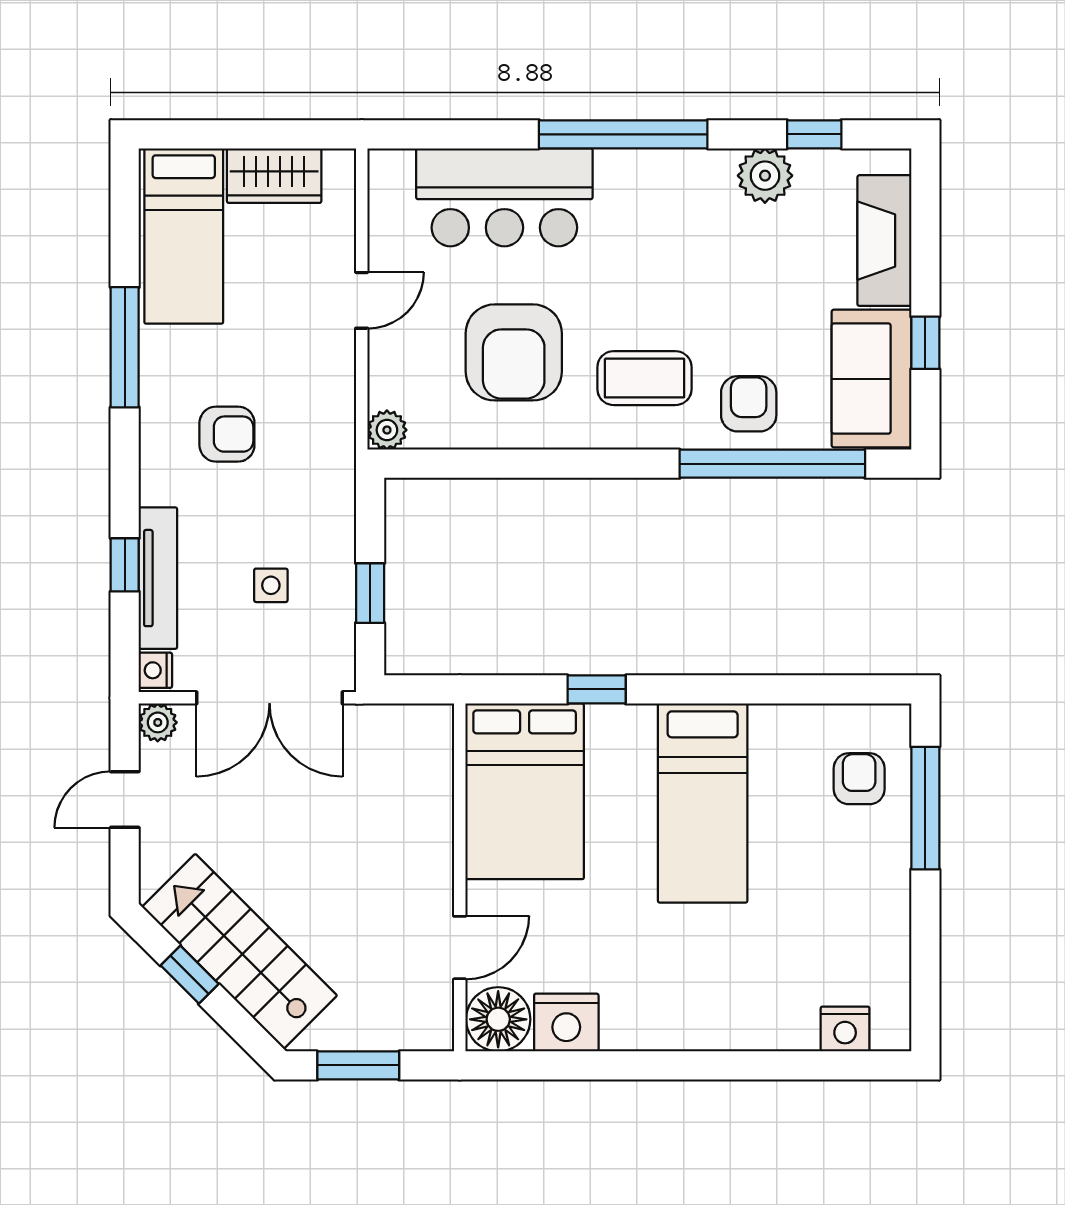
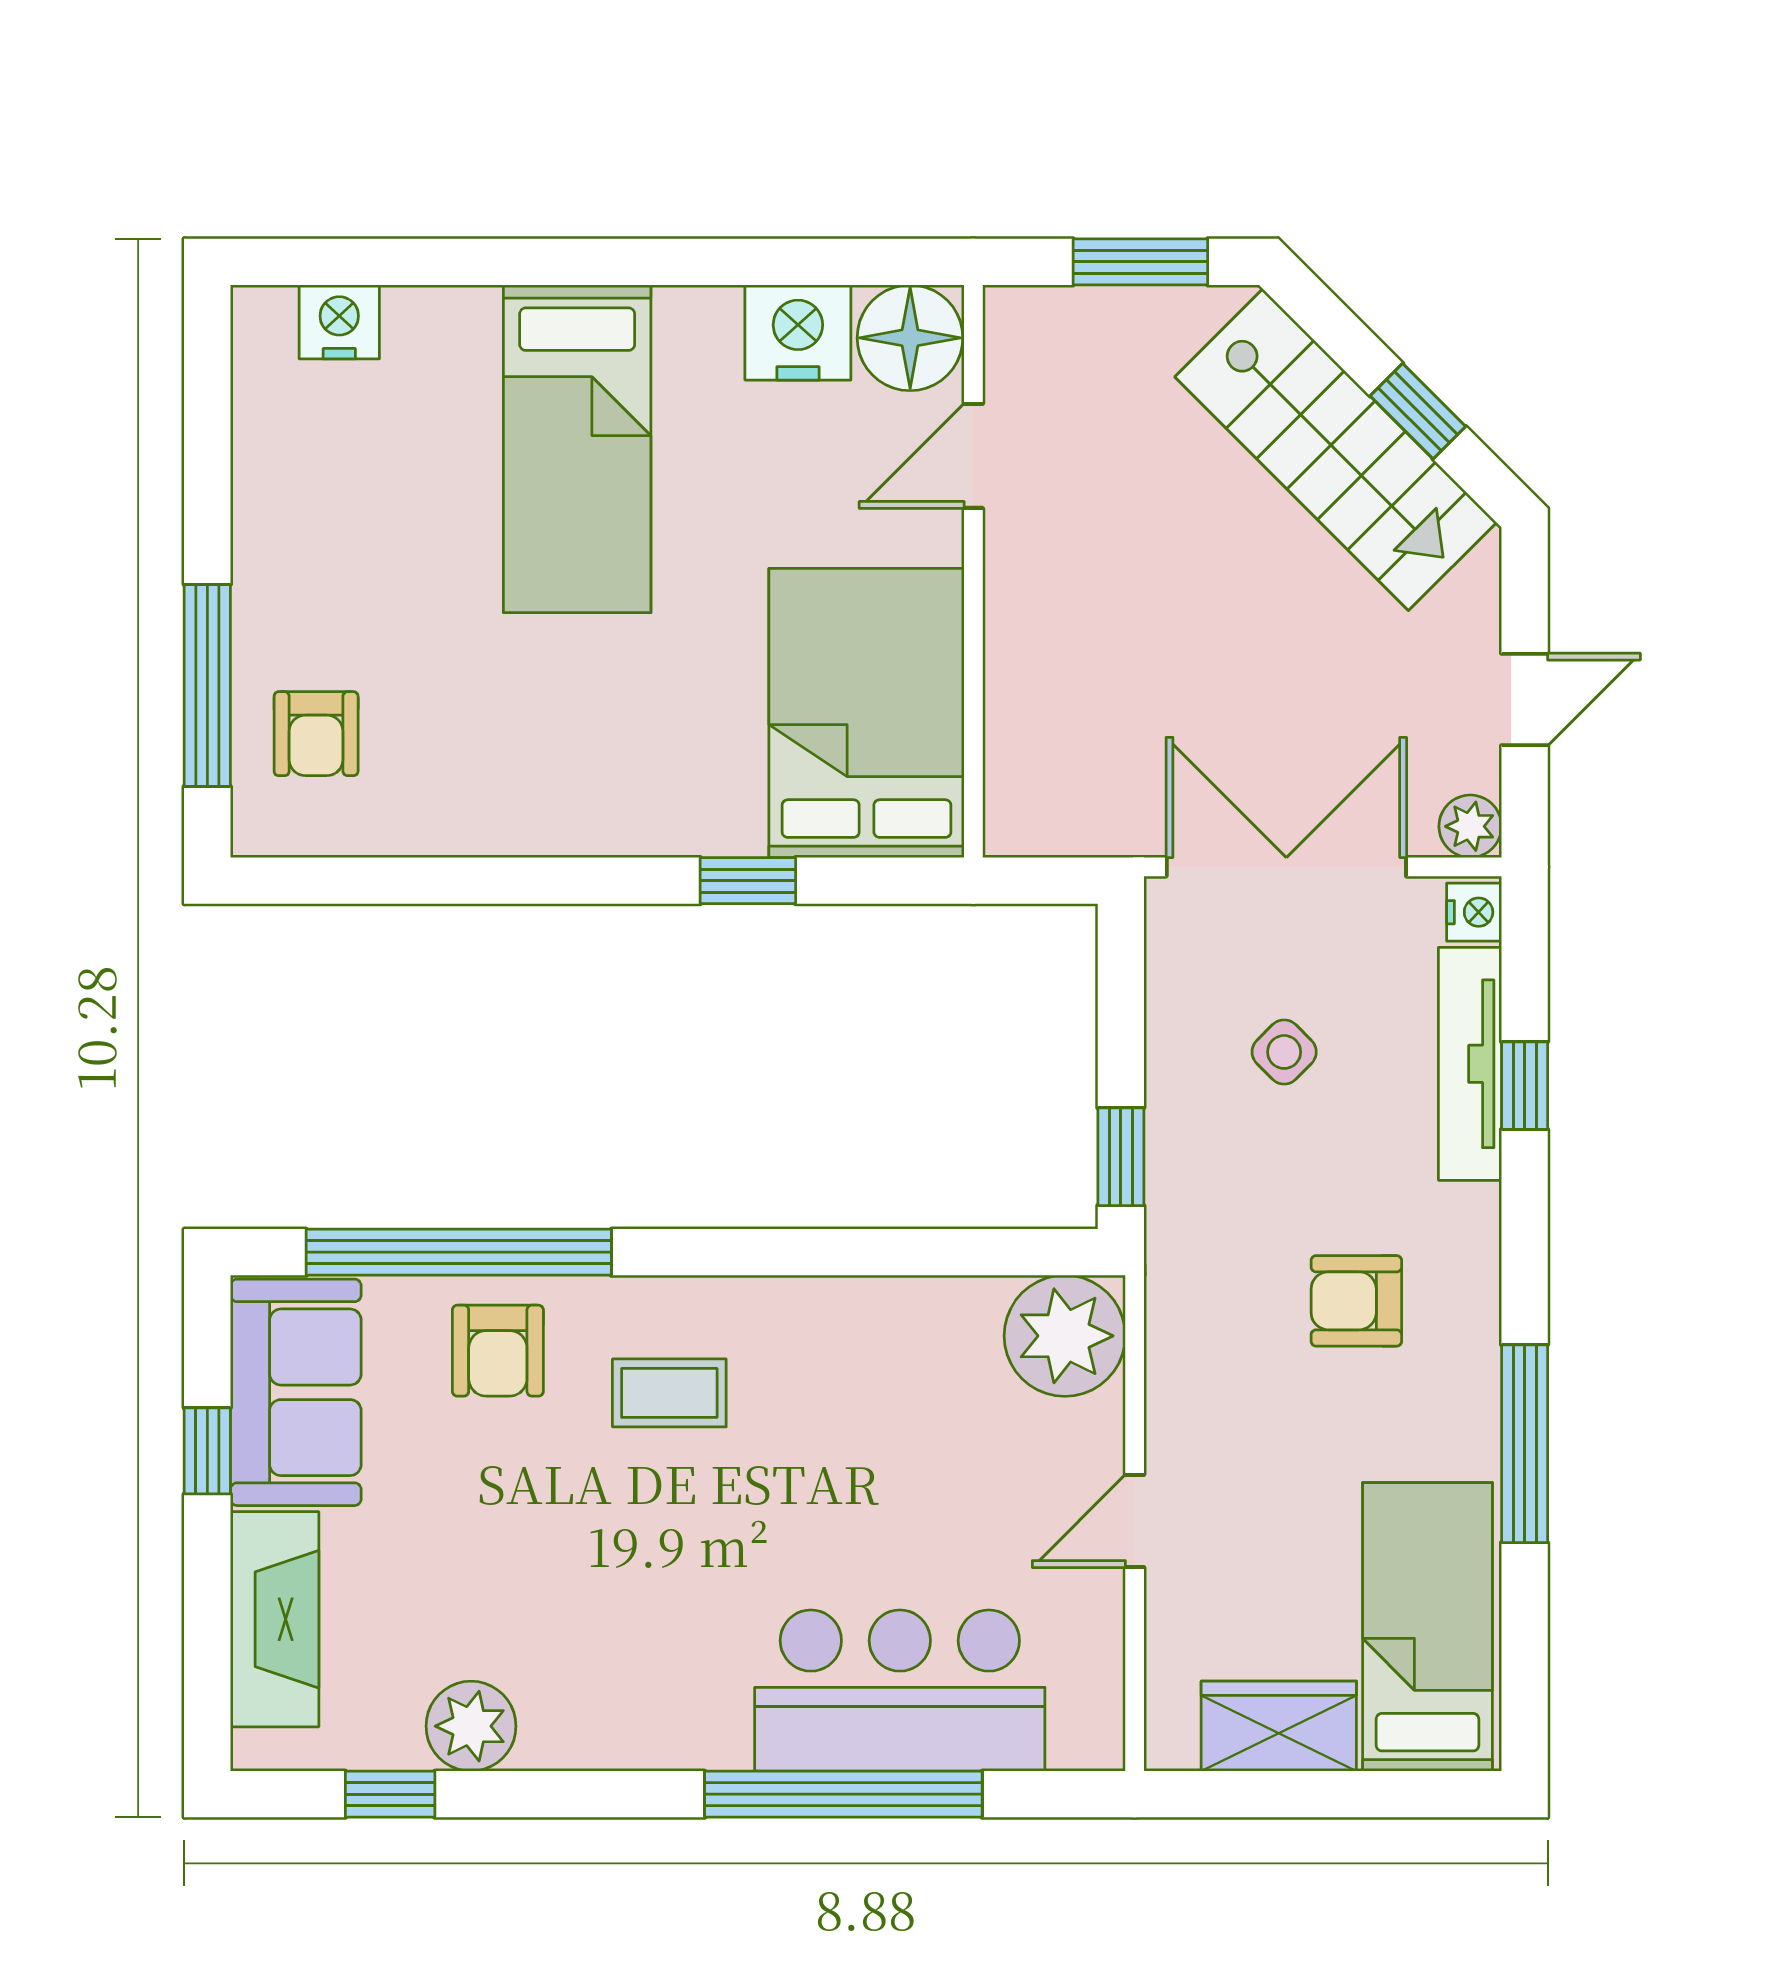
window: (623, 134) -> (843, 1794), moved
armchair: (514, 352) -> (884, 1435), removed
coffee table: (644, 378) -> (669, 1393), width x0.73, depth x0.77
plant: (387, 430) -> (1065, 1336), width x1.87, depth x1.87
side table: (271, 585) -> (1284, 1052), turned 45
window: (370, 593) -> (1121, 1157), moved
bed: (703, 803) -> (577, 449), moved, turned 180

